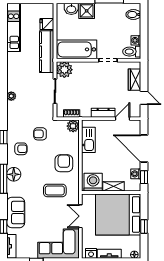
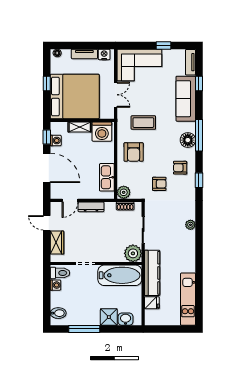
sofa: (16, 212) -> (186, 99), width x1.36

